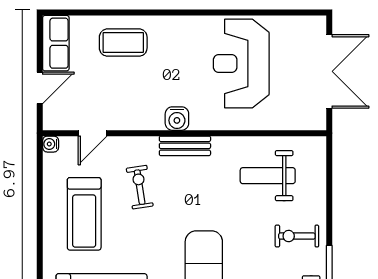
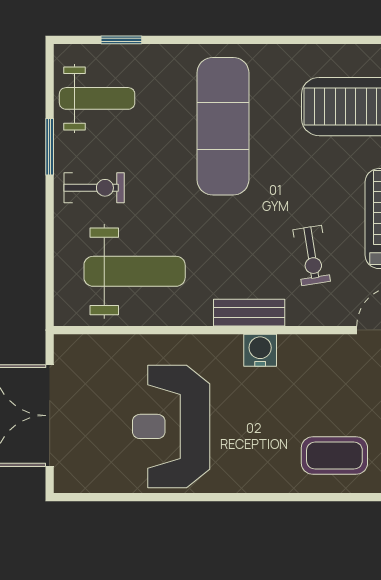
reception desk: (241, 64) -> (171, 426), turned 180
weight bench: (268, 176) -> (135, 271), width x1.36, depth x1.33

